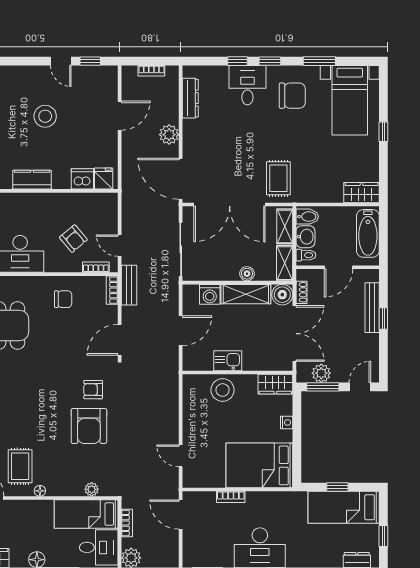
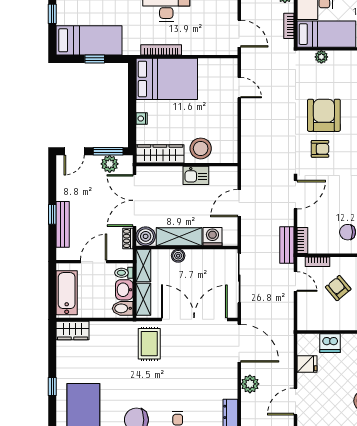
fridge: (104, 179) -> (307, 364), moved, turned -90
wardrobe: (275, 384) -> (160, 154), width x1.50
bookcase: (231, 497) -> (161, 50), moved, width x1.56

